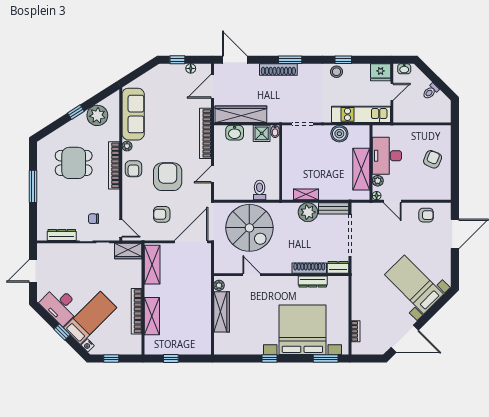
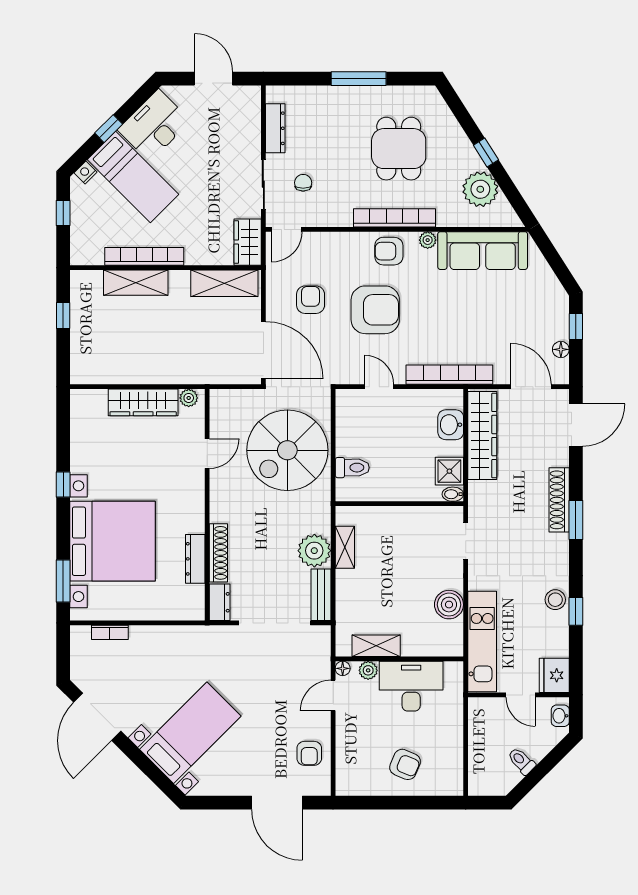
shelving: (361, 169) -> (376, 646), width x0.67, depth x0.75

